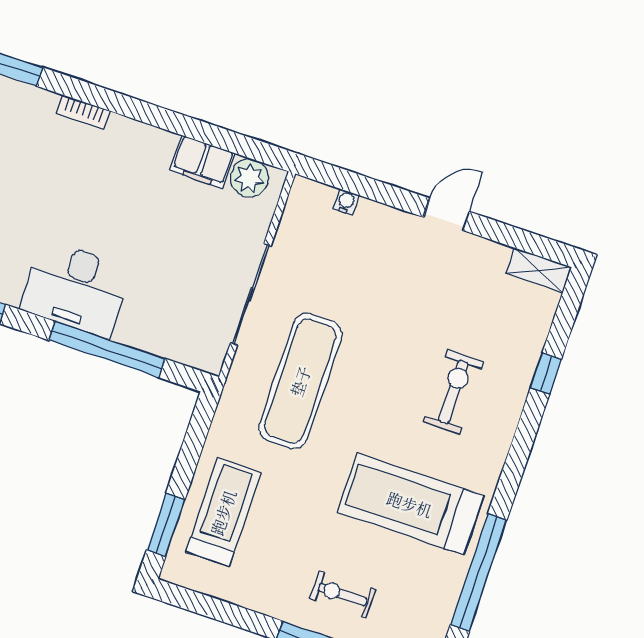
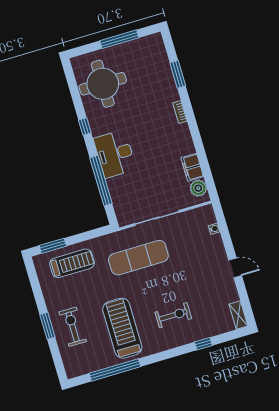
exercise bike: (343, 594) -> (73, 327), width x1.38, depth x1.39

